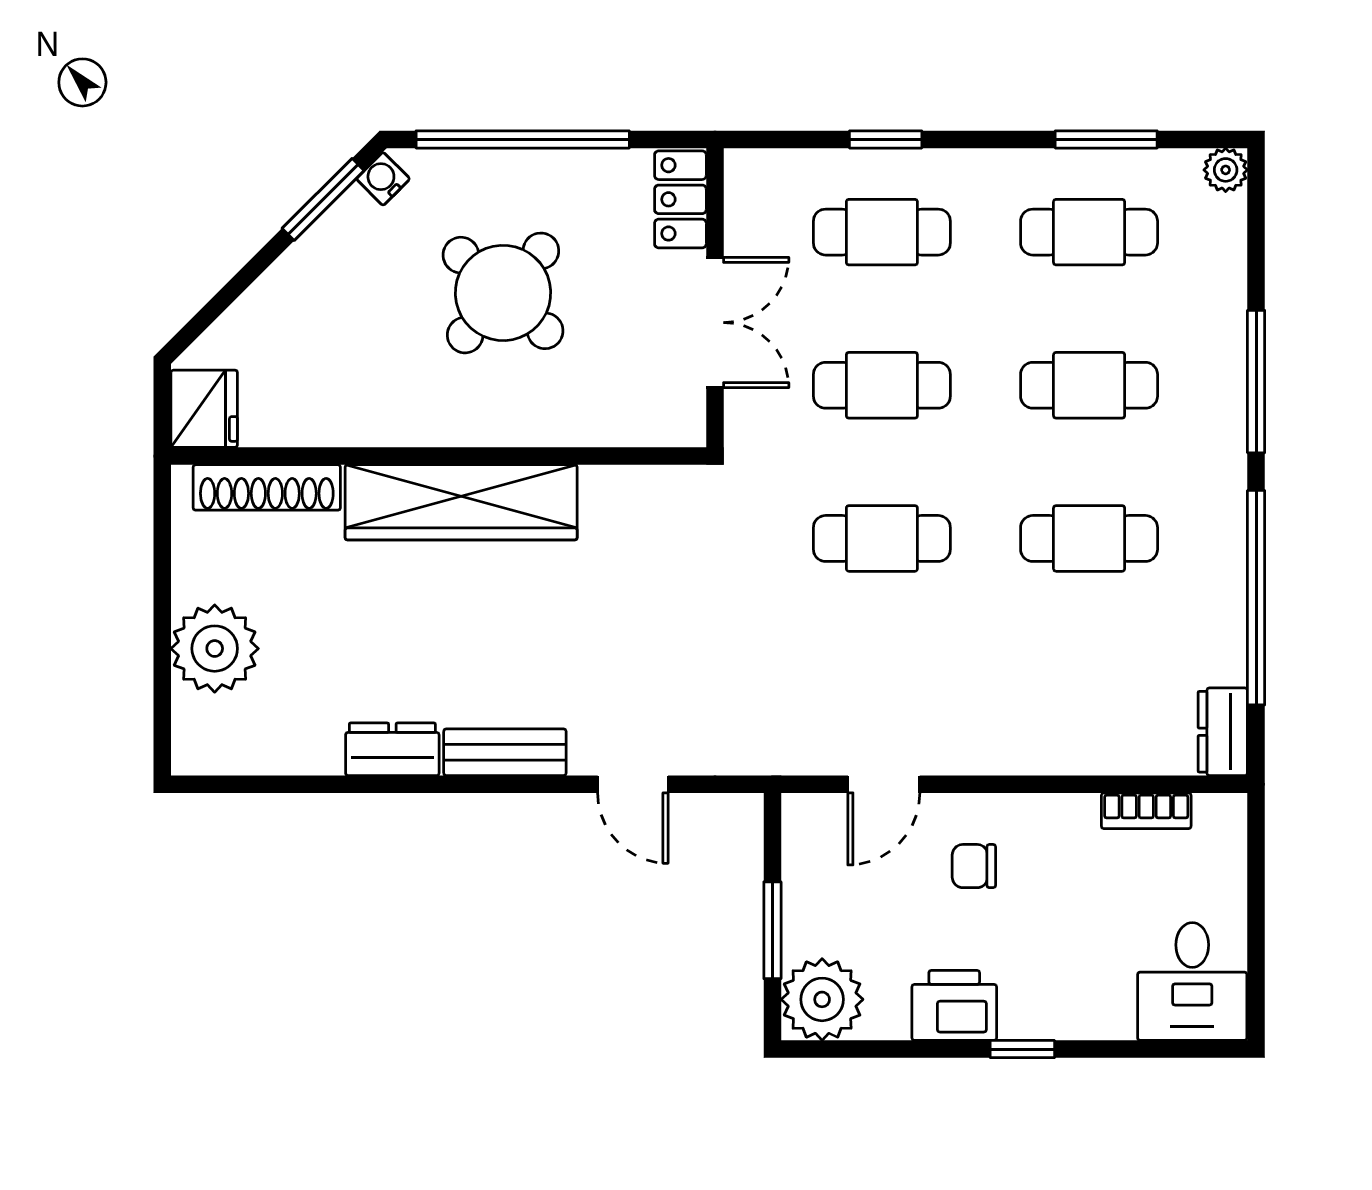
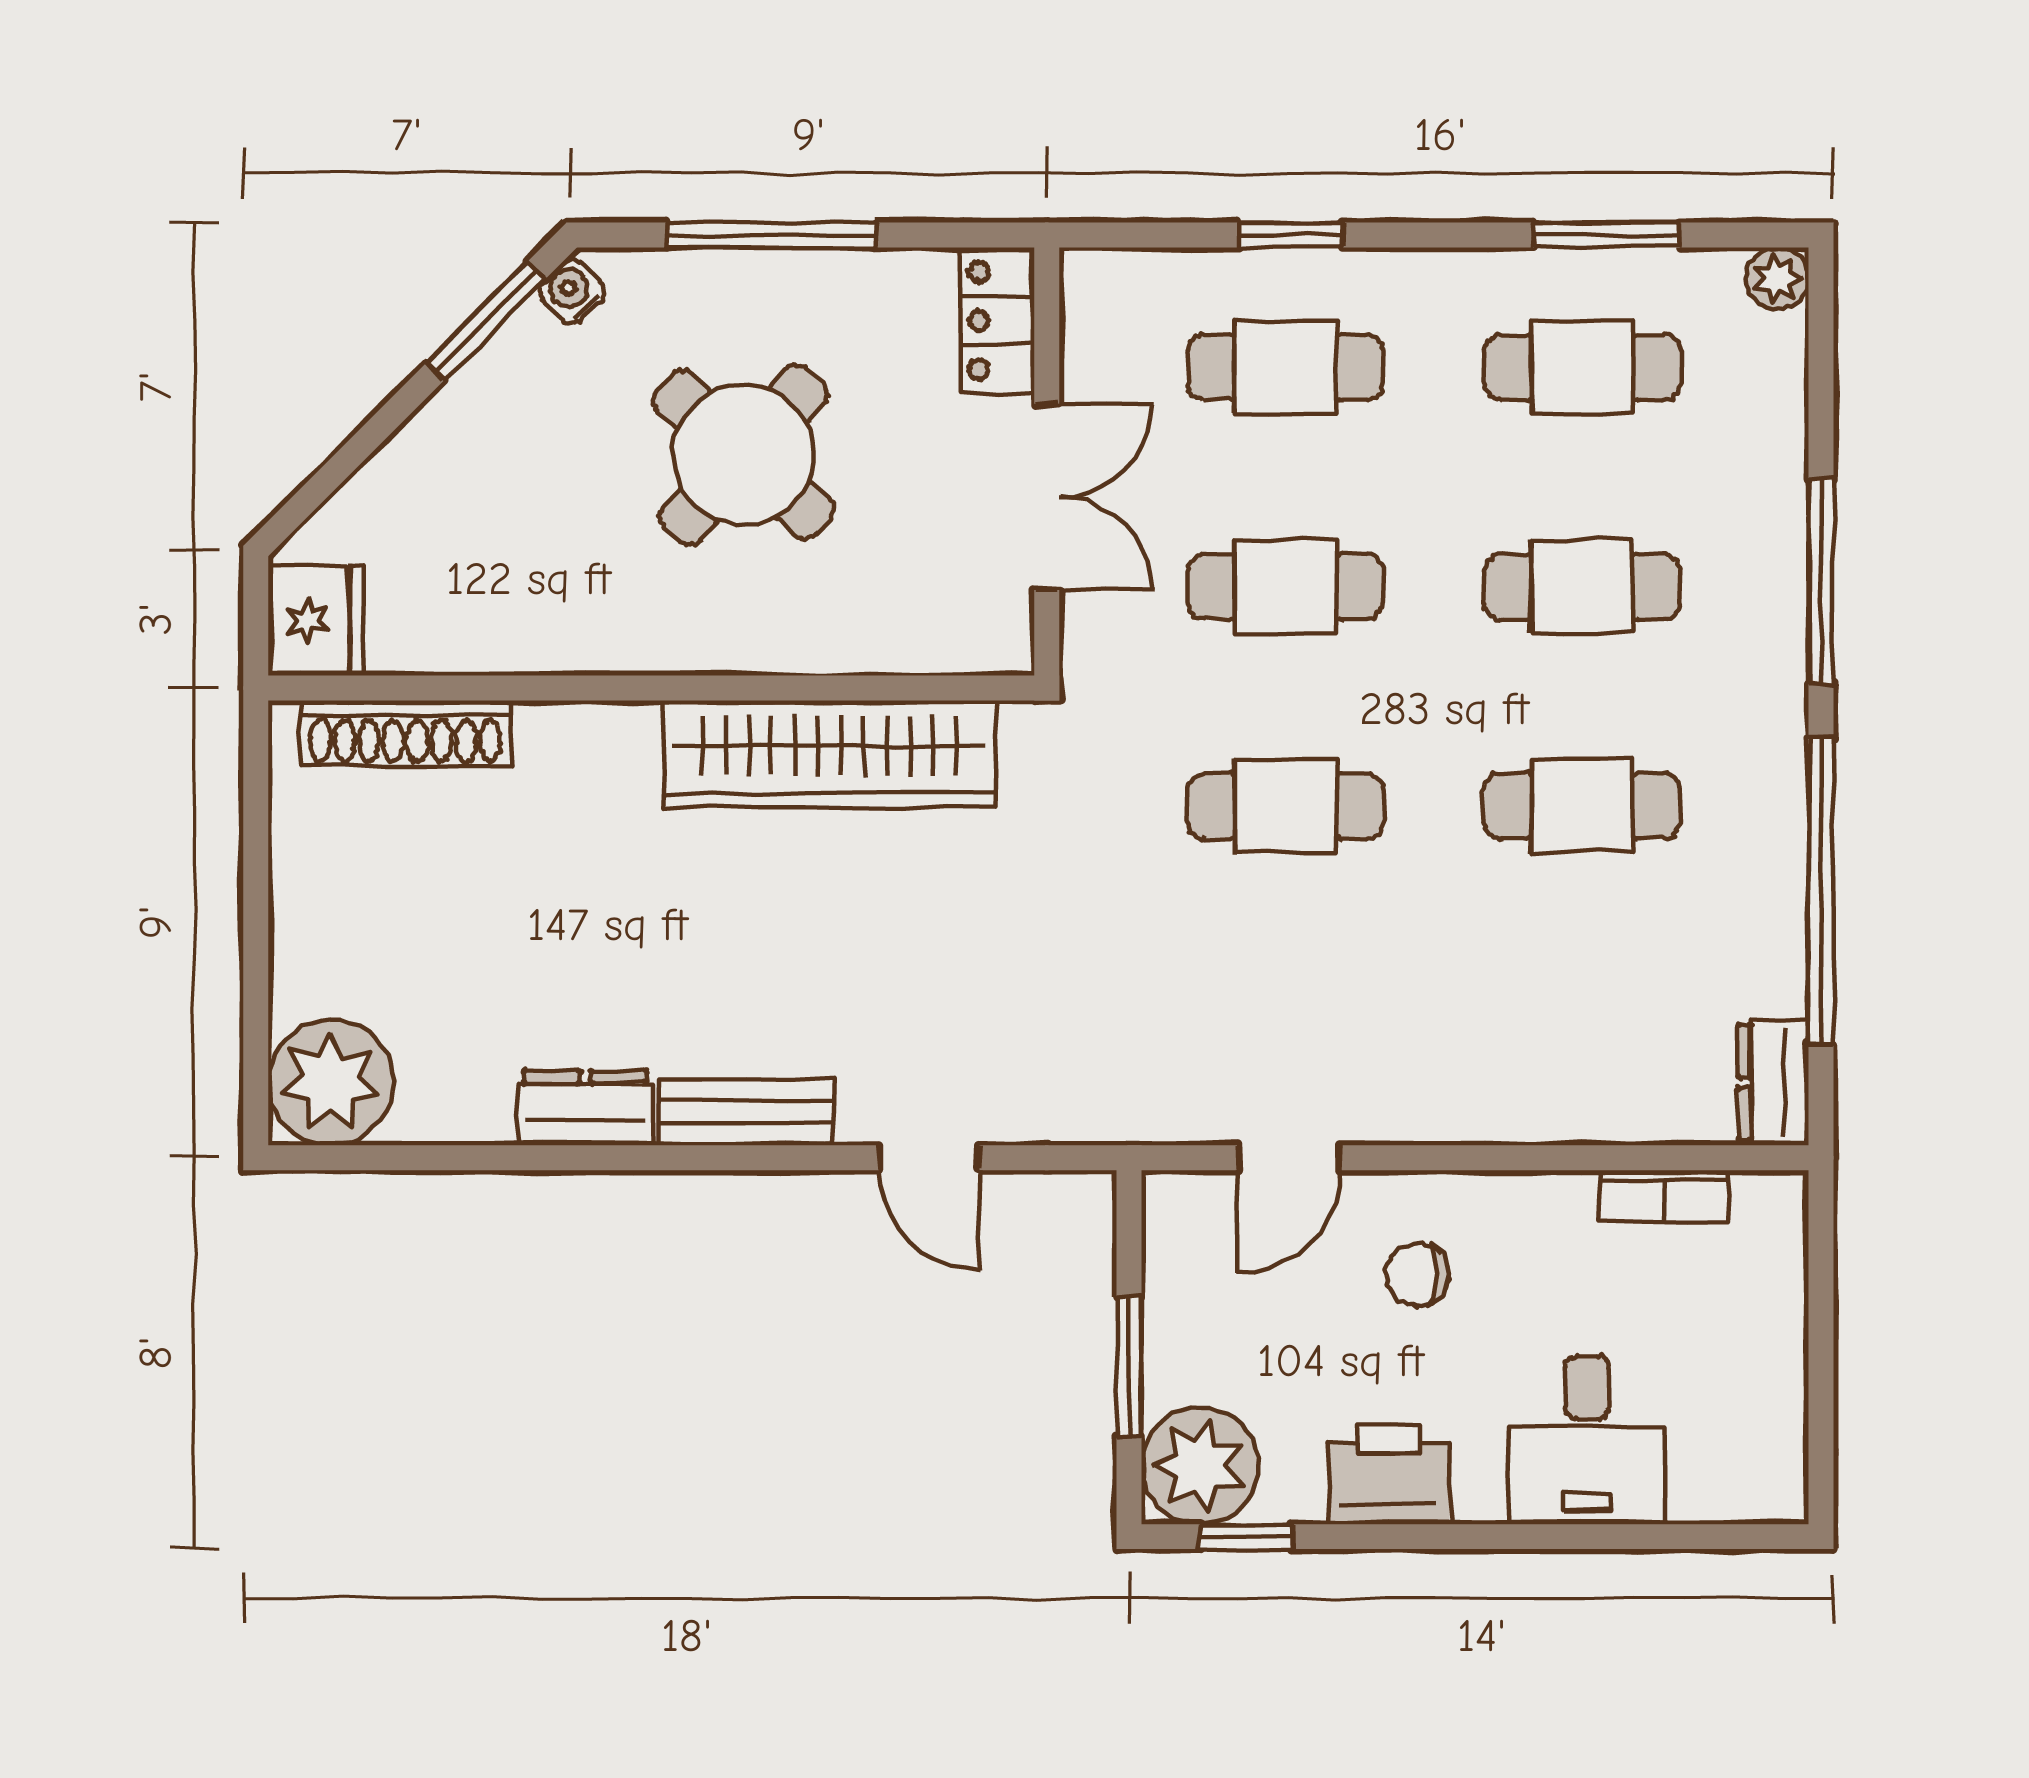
window: (523, 139) -> (772, 235), width x0.68
wardrobe: (461, 502) -> (829, 754), moved
plant: (215, 649) -> (331, 1083), moved
desk: (1192, 982) -> (1587, 1440), moved
window: (1022, 1049) -> (1246, 1537), moved

